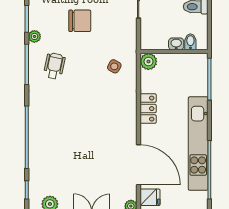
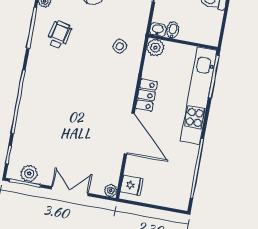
bidet: (190, 42) -> (173, 30), moved
washbasin: (176, 44) -> (158, 30), moved
kitchen unit: (198, 144) -> (199, 96), moved
door: (139, 165) -> (129, 134), moved

